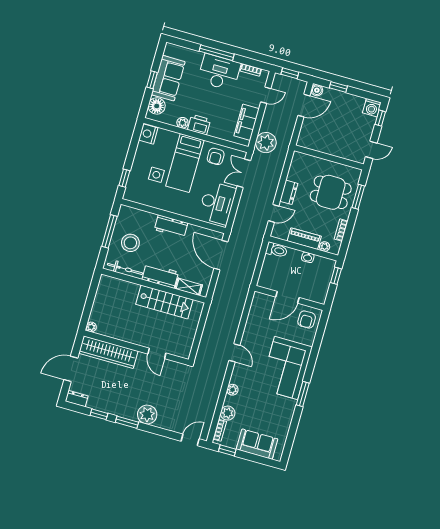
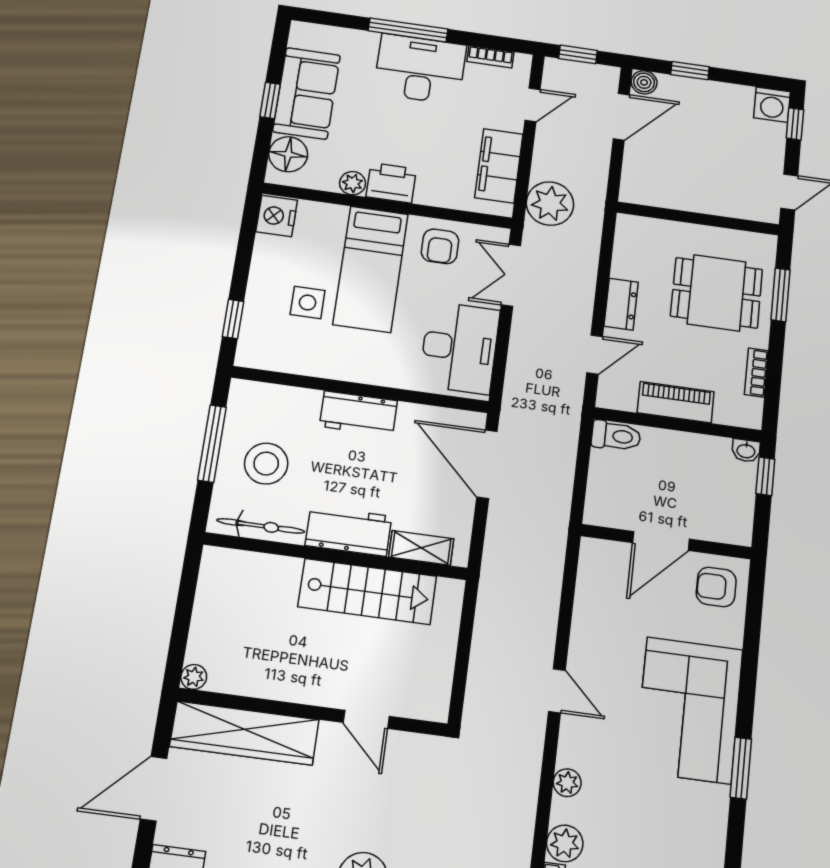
plant: (325, 247) -> (726, 414), removed
washbasin: (308, 257) -> (746, 451), moved
armchair: (307, 319) -> (716, 587), turned 90

